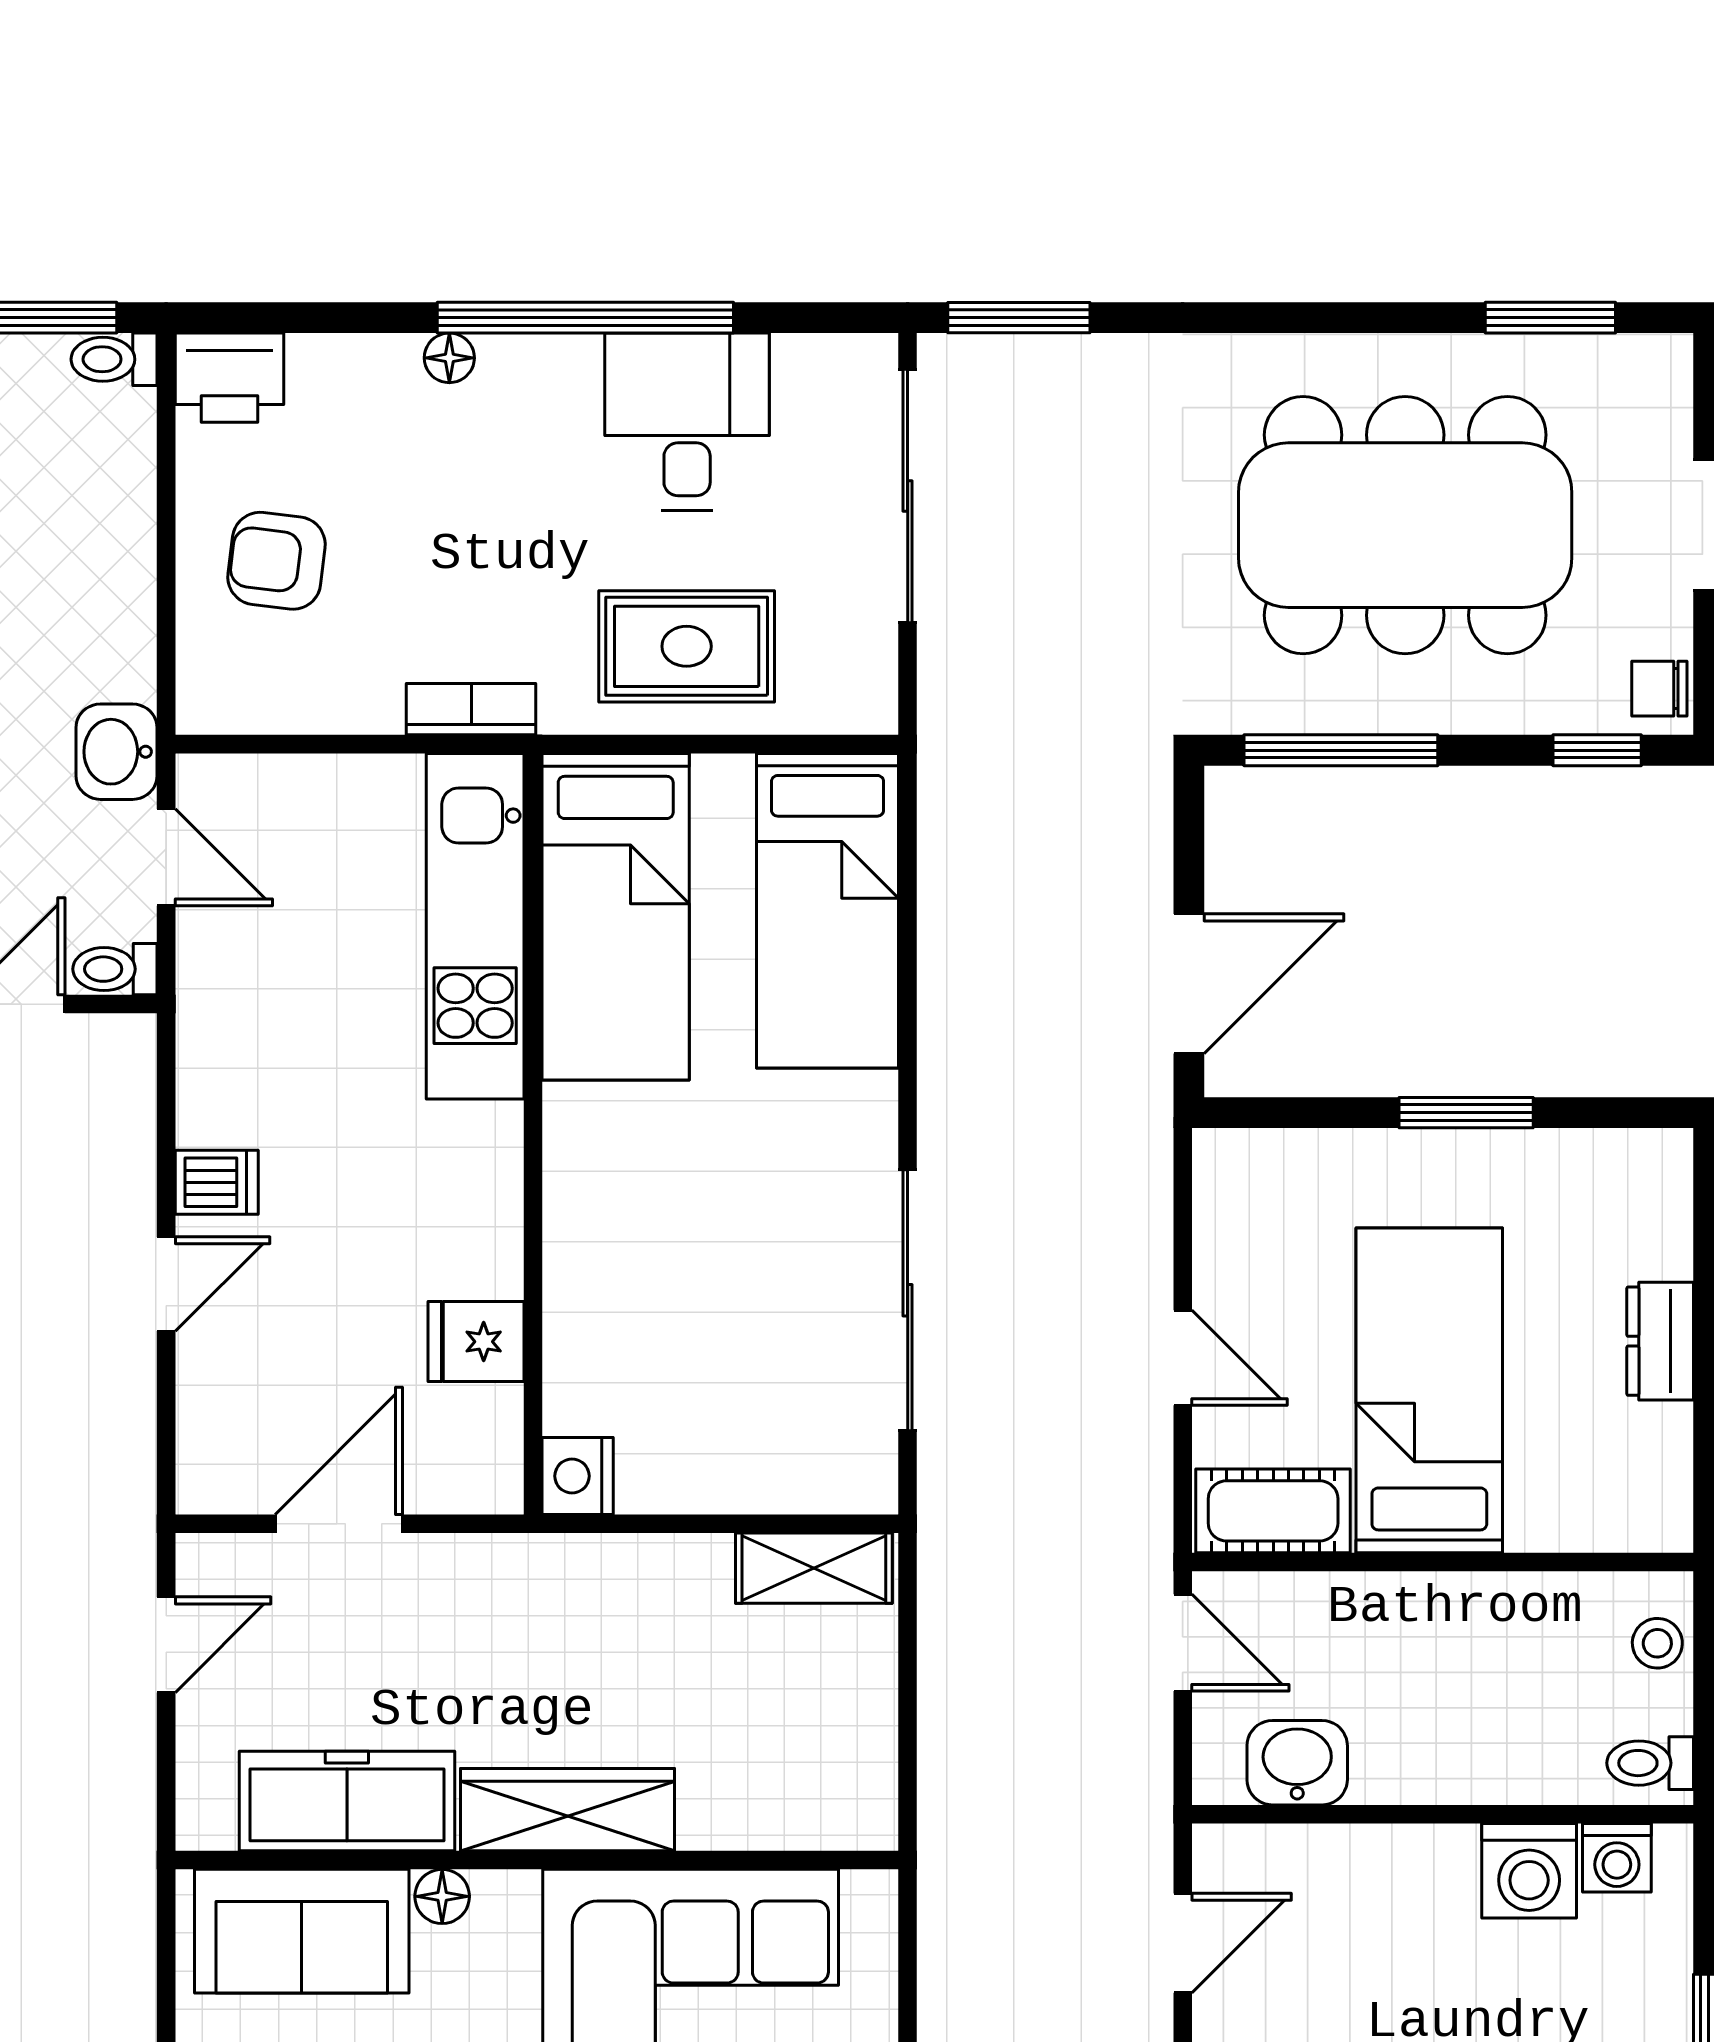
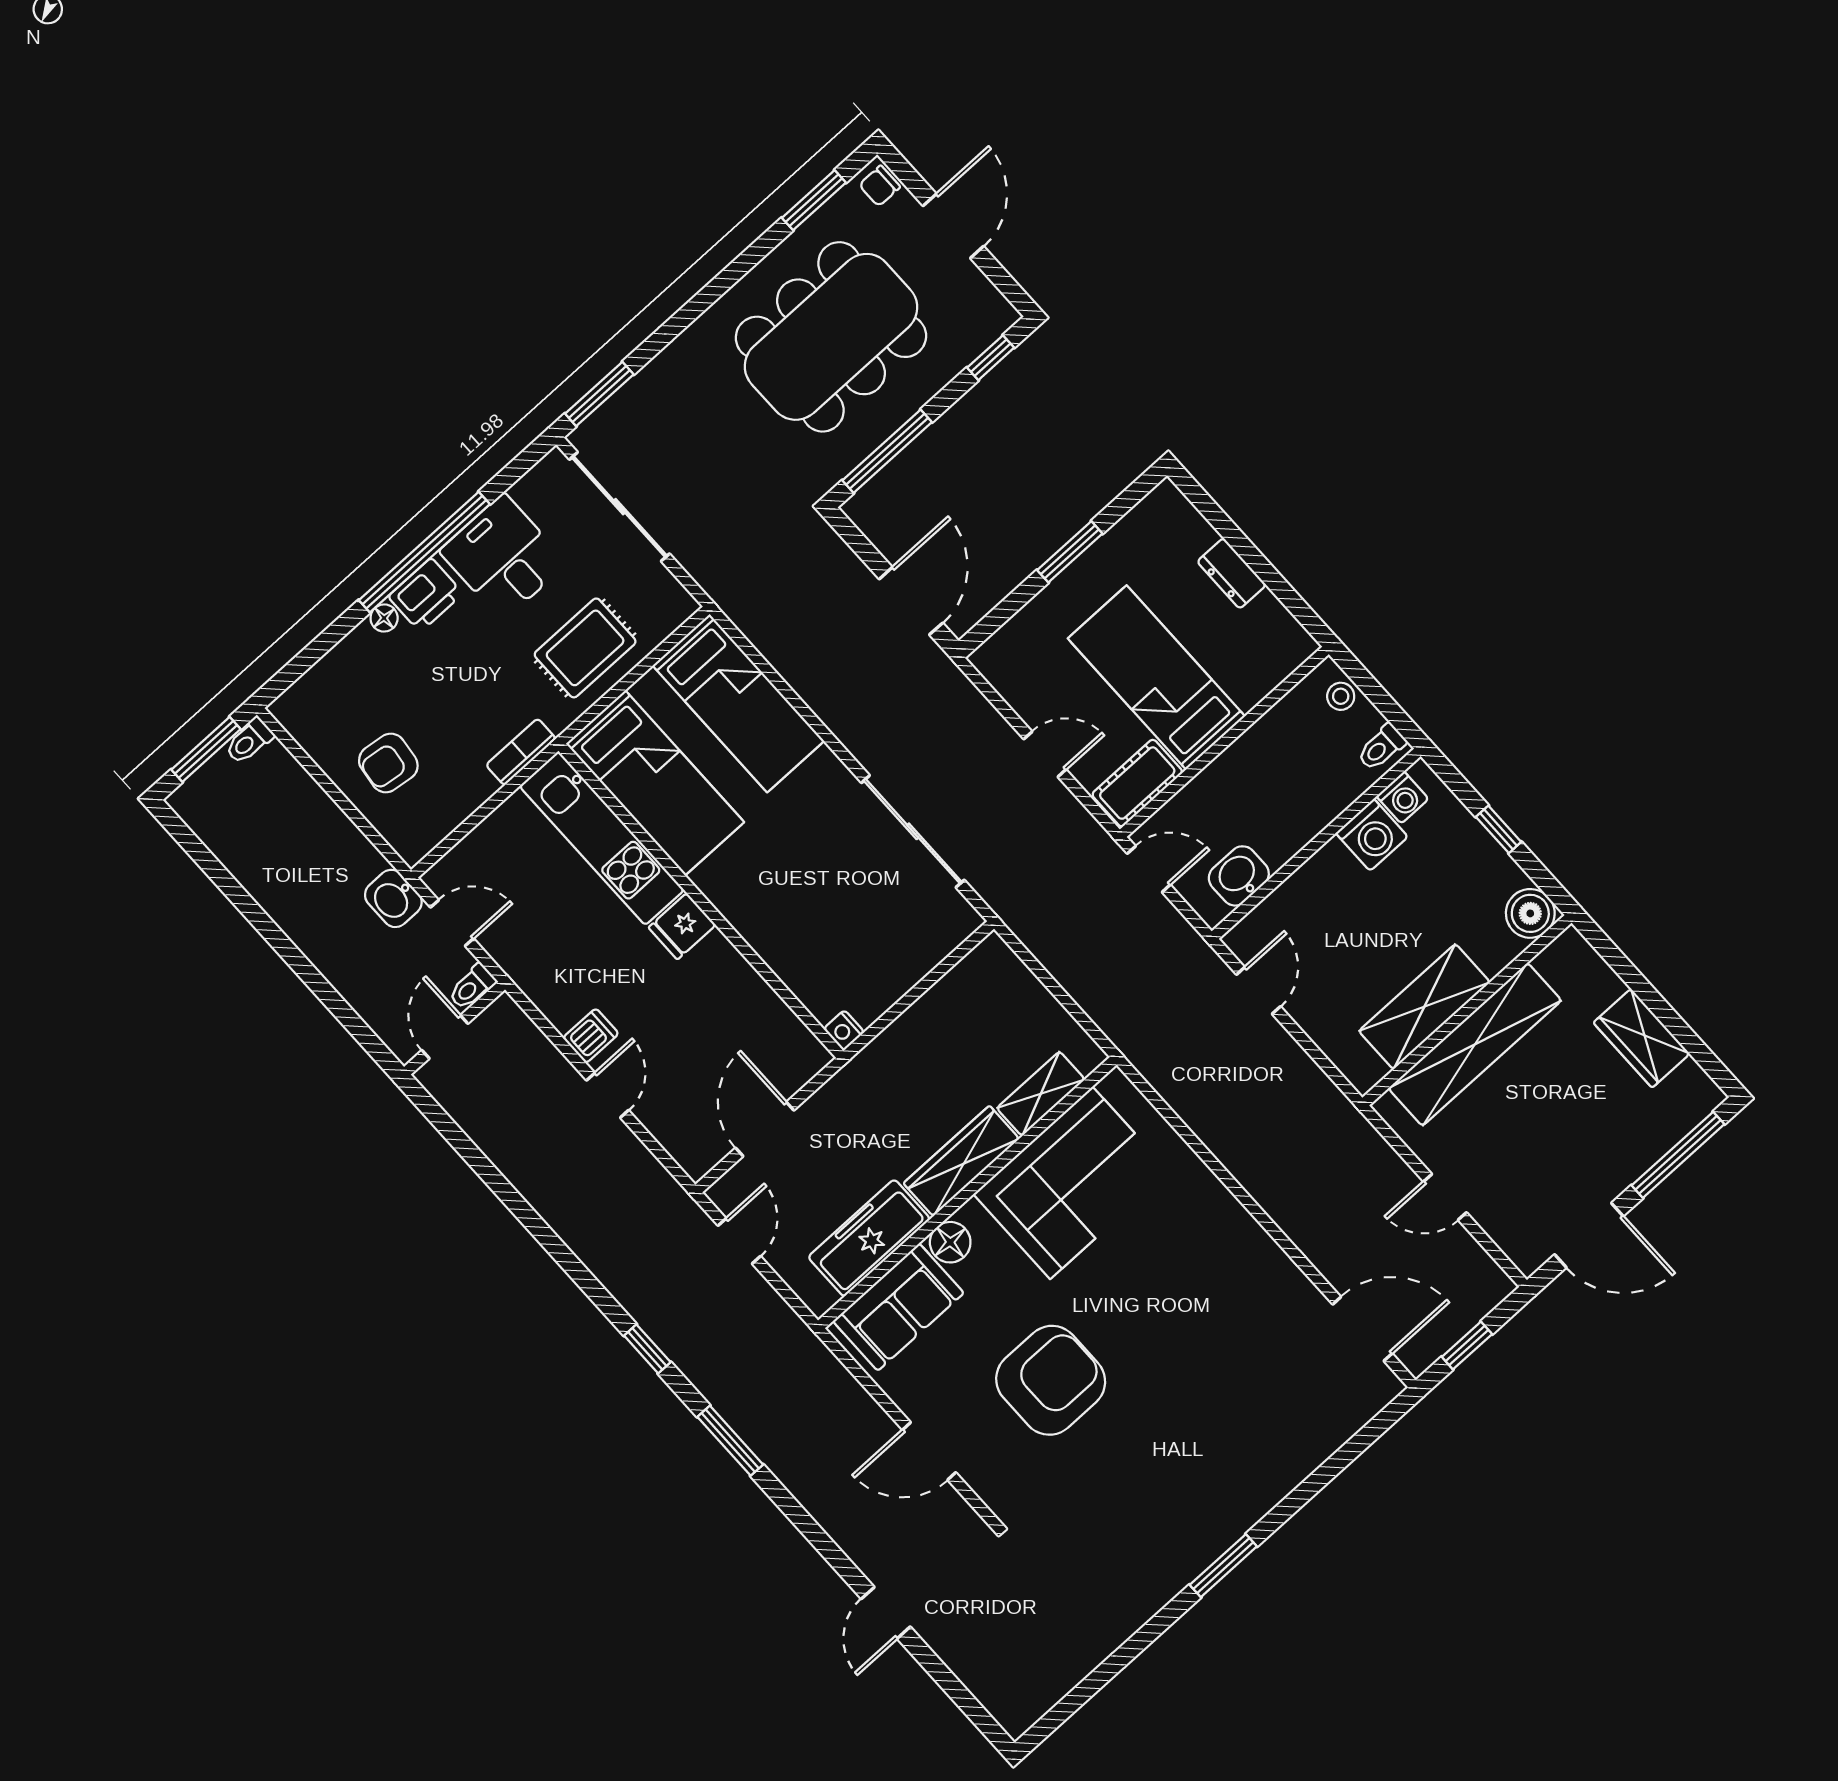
printer: (229, 378) -> (426, 595), moved
chair: (1659, 689) -> (880, 186), moved
fridge: (476, 1342) -> (682, 926), moved
nightstand: (578, 1476) -> (844, 1030), width x0.72, depth x0.74
shelving: (814, 1568) -> (1041, 1094), moved
floor lamp: (442, 1896) -> (950, 1242), width x1.37, depth x1.37

